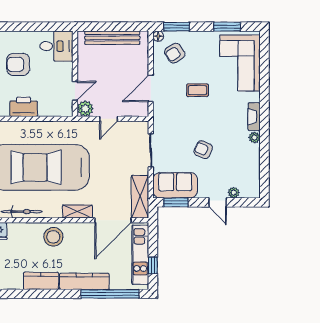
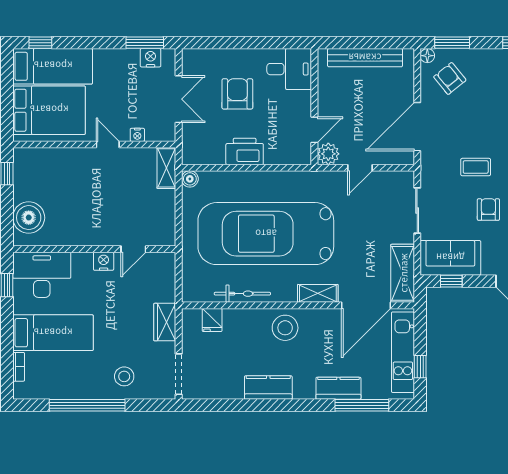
armchair: (175, 53) -> (450, 78), turned 84
armchair: (18, 64) -> (237, 94), turned 90
door: (151, 89) -> (417, 127), width x1.36
coffee table: (197, 90) -> (476, 167), moved
armchair: (203, 150) -> (488, 210), turned 66
window: (176, 202) -> (451, 281), width x0.67
kitchen counter: (84, 281) -> (338, 388), width x0.67
window: (110, 294) -> (362, 405), width x0.68

